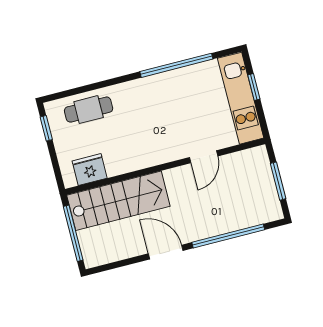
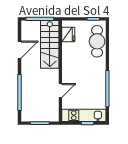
cafe table: (89, 110) -> (97, 41), width x1.37, depth x1.35
door: (204, 157) -> (60, 91), swing flipped
door: (166, 252) -> (20, 50), moved

